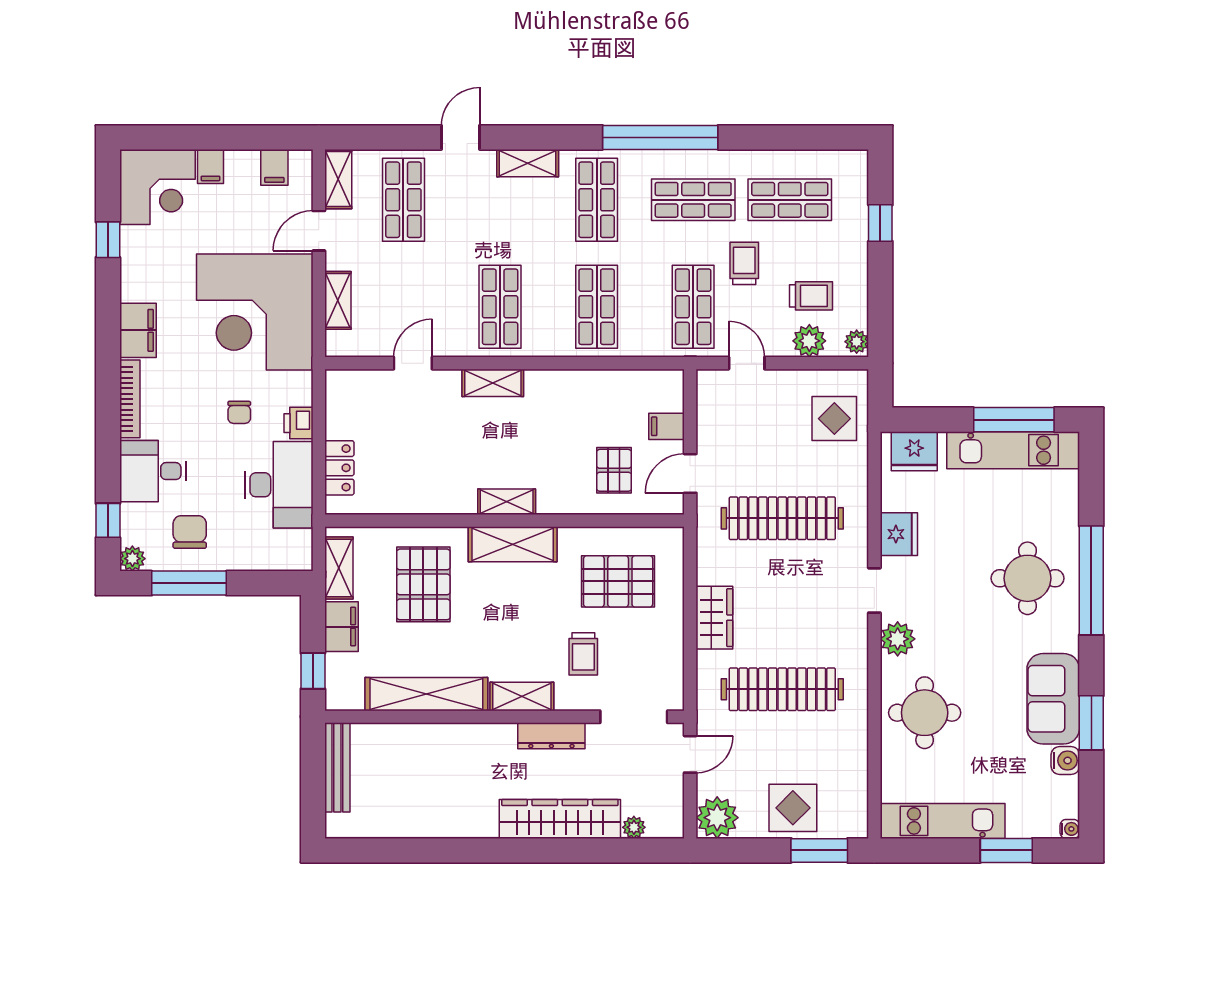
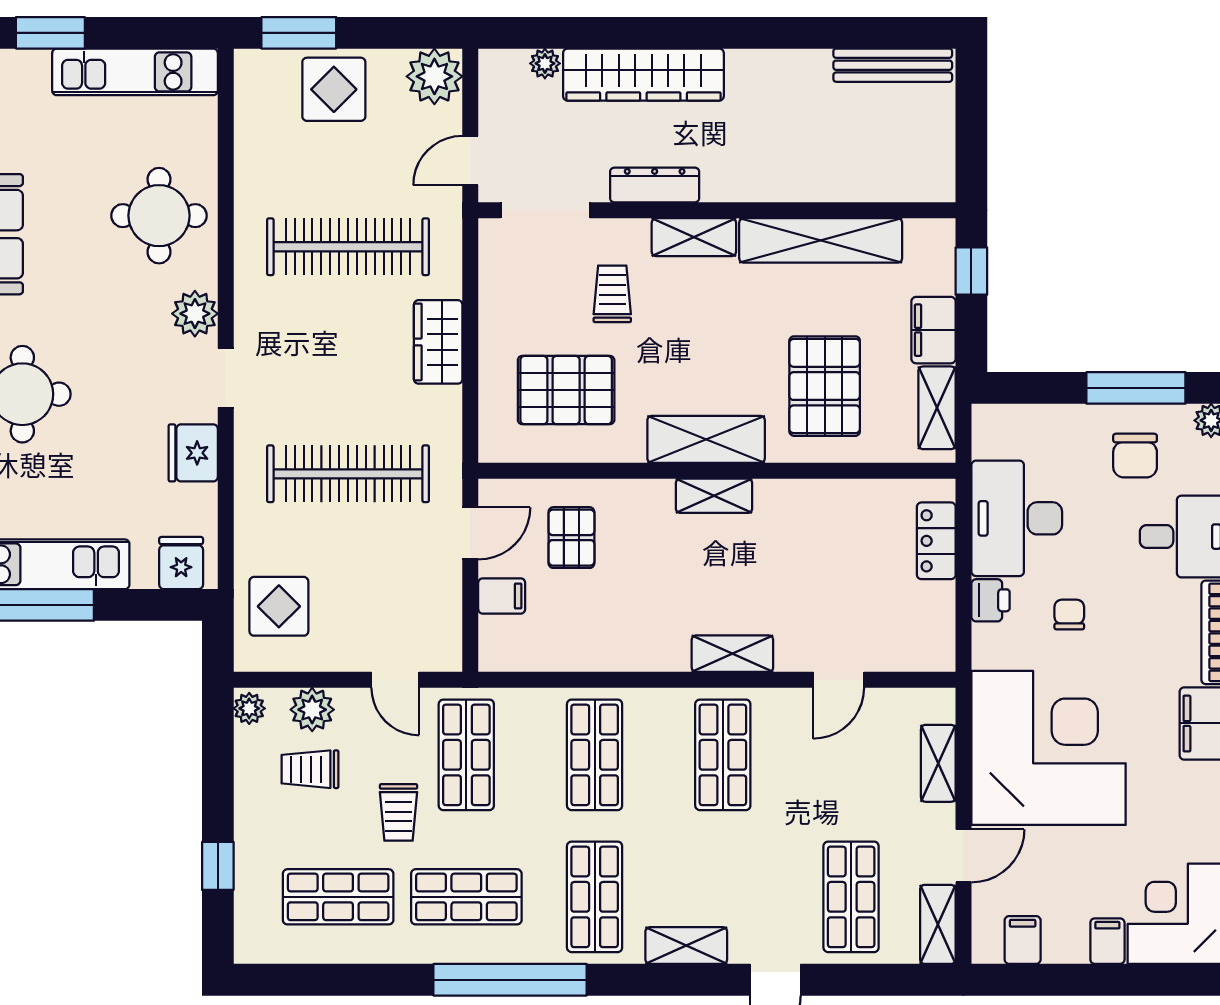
fridge: (914, 451) -> (181, 563), width x0.72
bench: (337, 767) -> (893, 65), moved, turned 90

